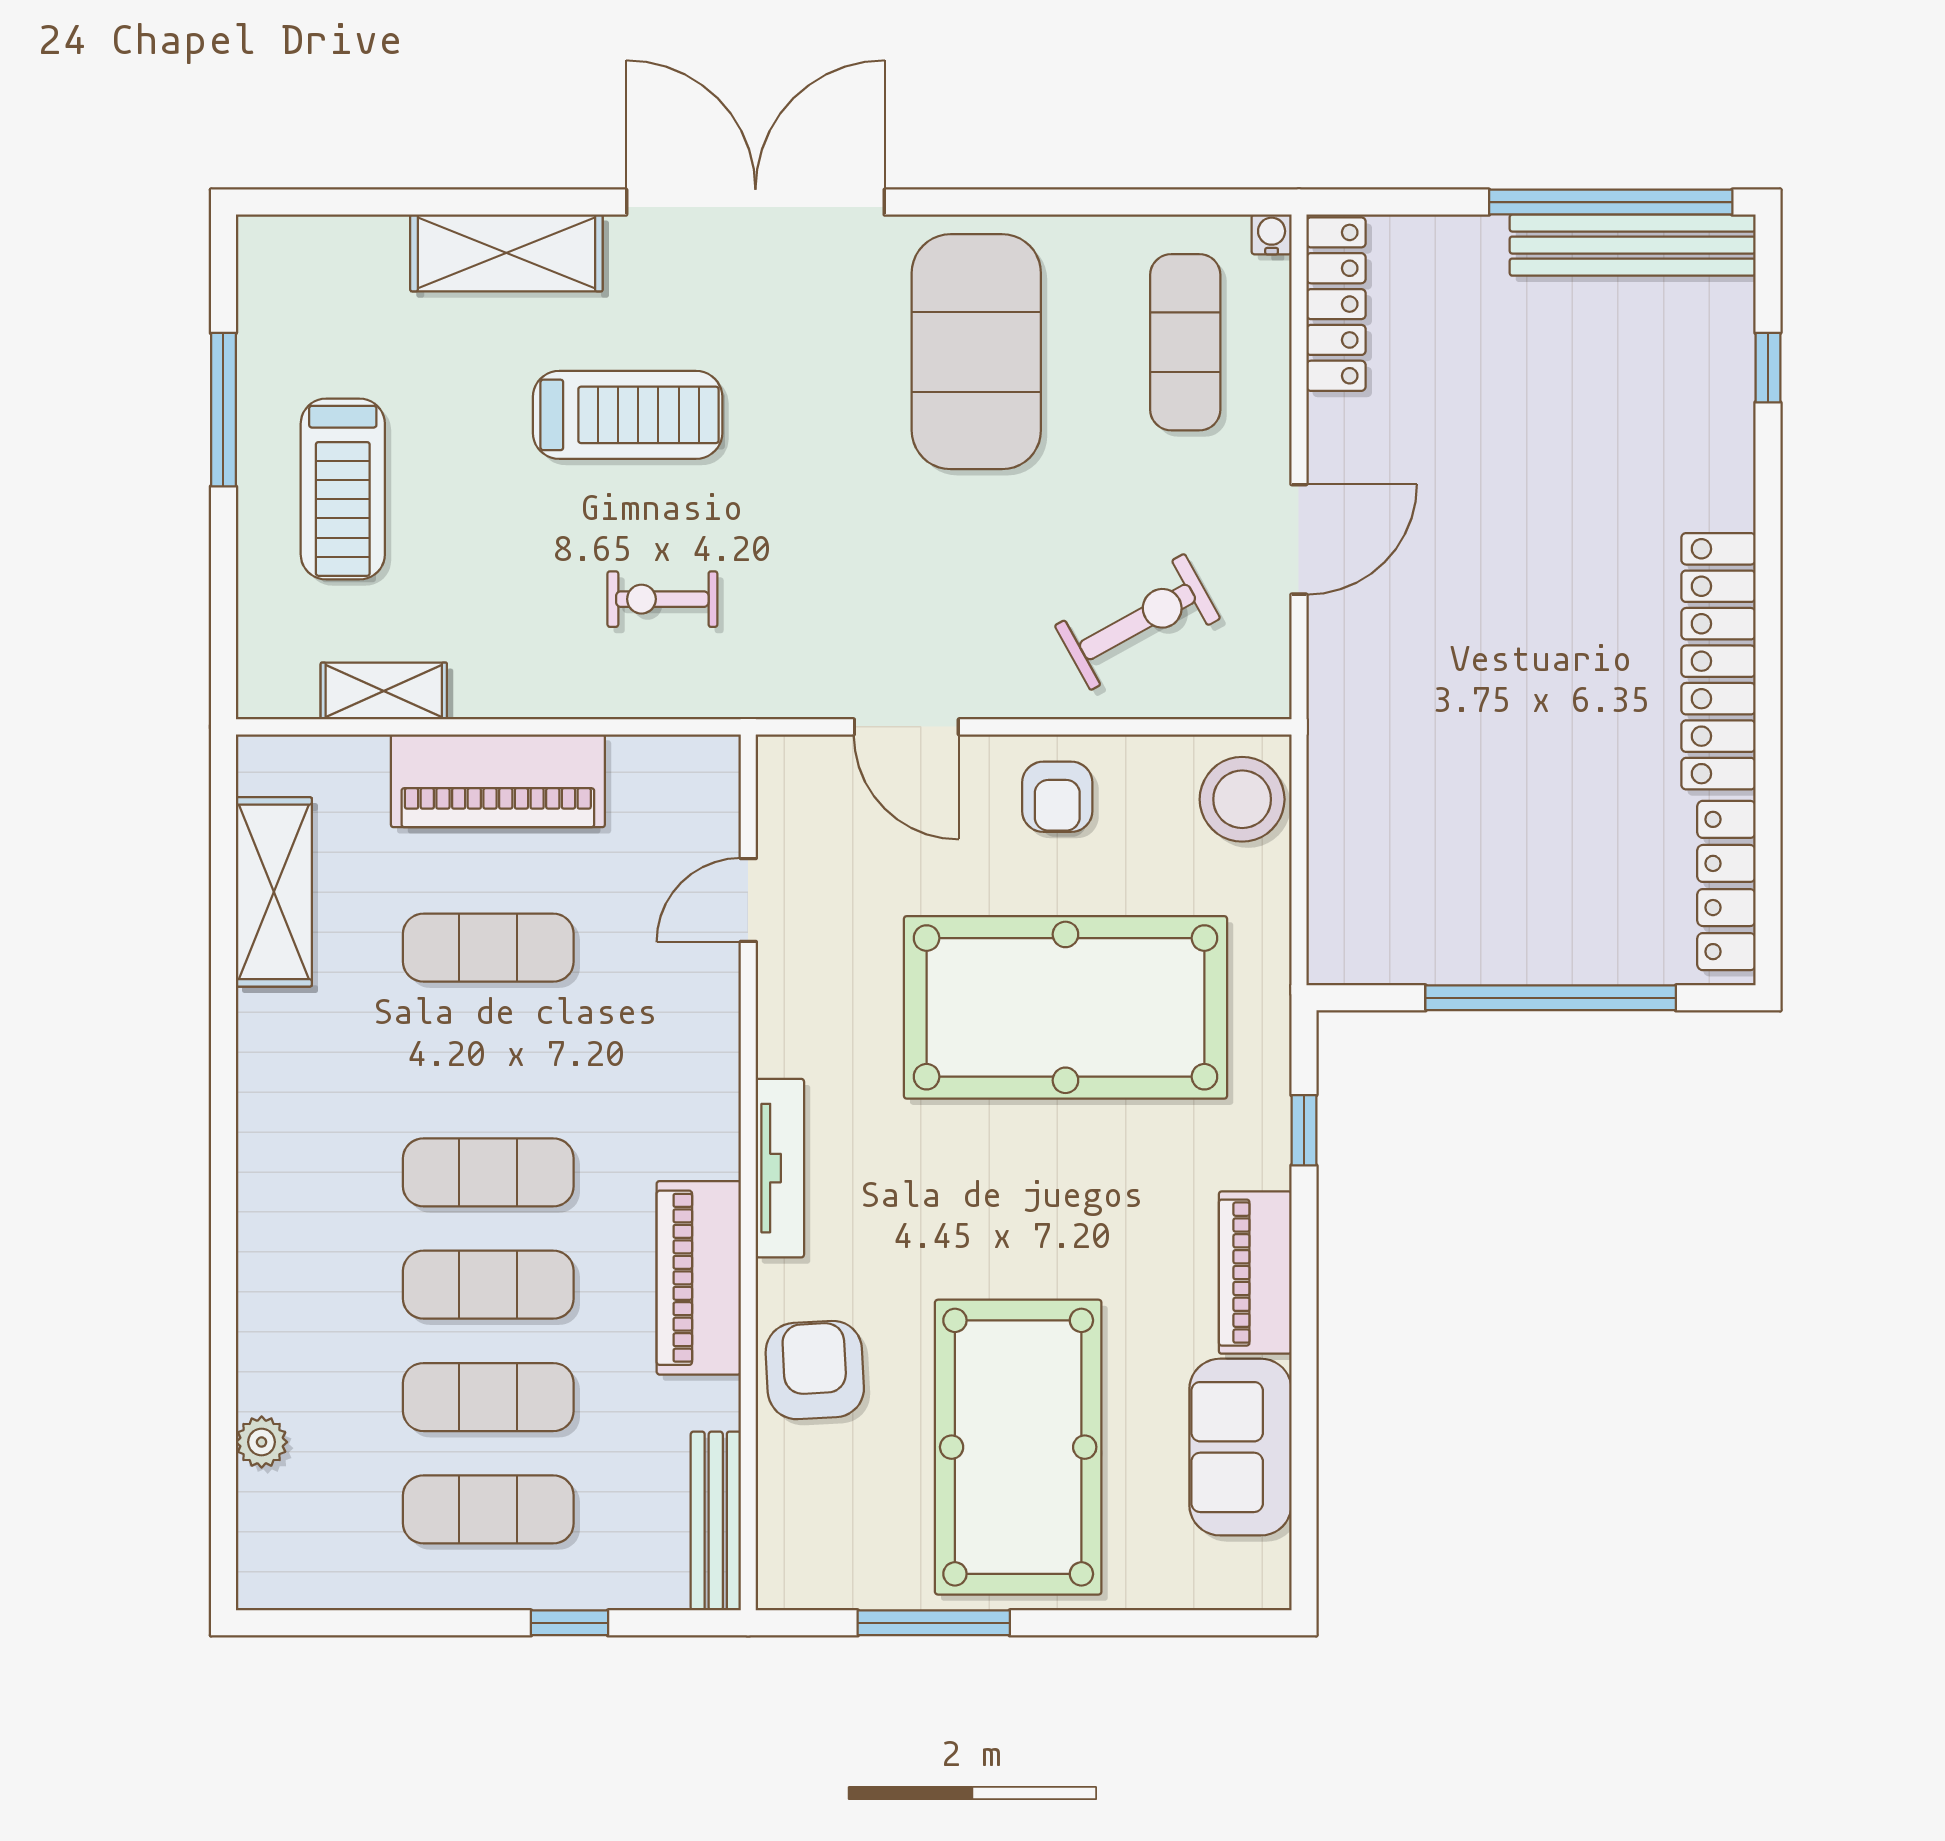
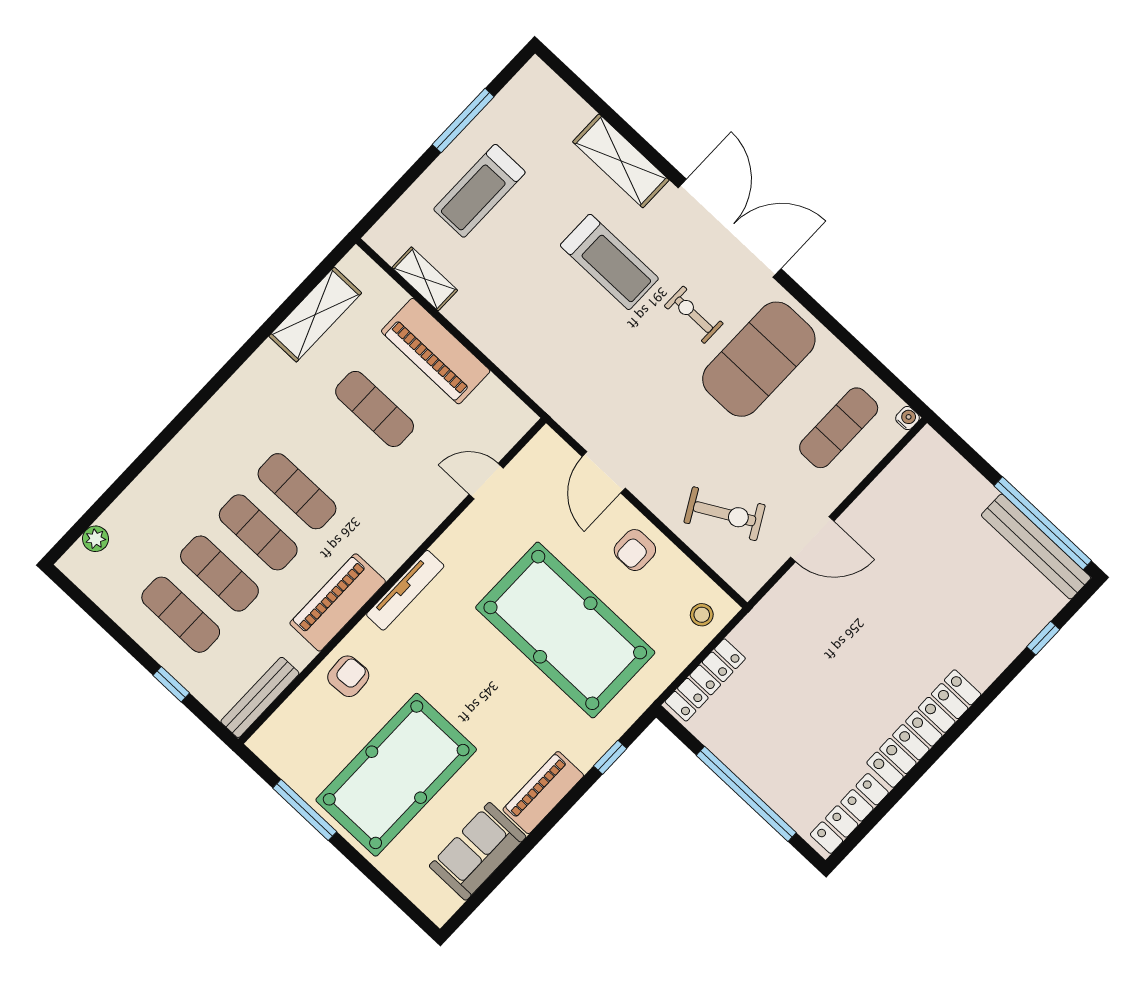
locker: (1336, 304) -> (705, 680), moved
exercise bike: (662, 599) -> (694, 315), moved
stool: (1242, 799) -> (702, 615), width x0.53, depth x0.53
armchair: (815, 1370) -> (348, 676), width x0.72, depth x0.72
plant: (262, 1442) -> (95, 539), moved

